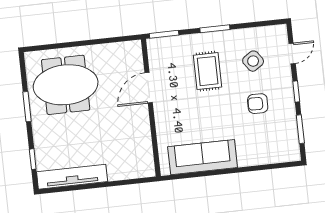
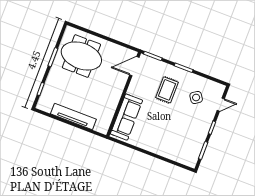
door: (149, 88) -> (134, 66), moved
armchair: (258, 104) -> (186, 123), removed
sofa: (203, 157) -> (126, 117), moved, turned 90
tv unit: (72, 177) -> (73, 117), moved

